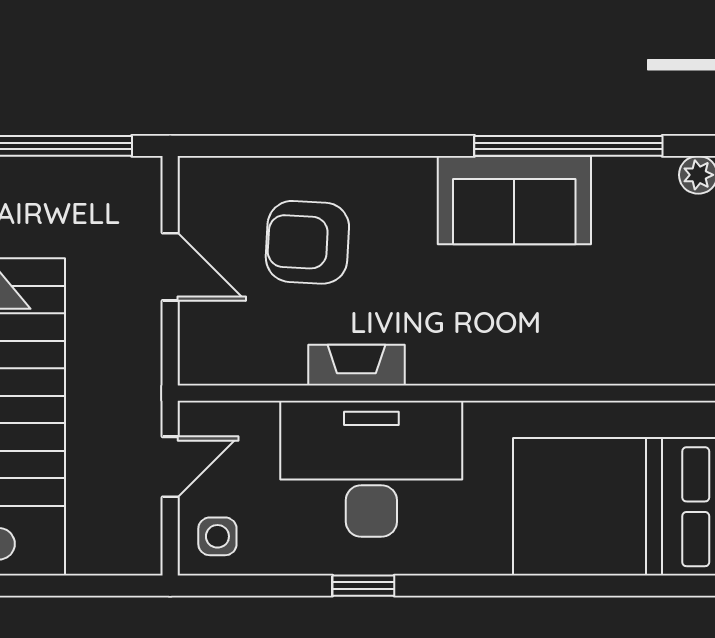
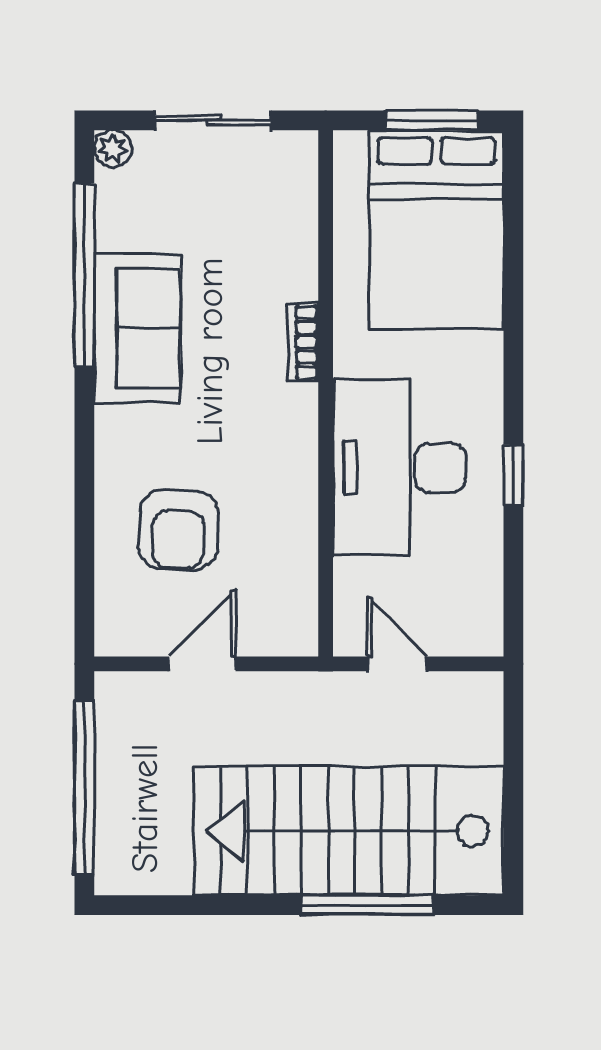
fireplace: (356, 365) -> (298, 482), removed
bookcase: (500, 370) -> (303, 342), added
side table: (217, 536) -> (465, 618), removed

